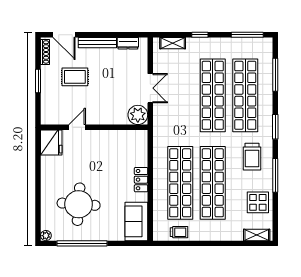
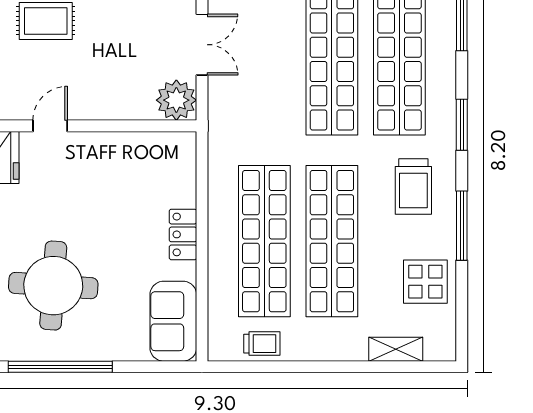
shelving: (257, 235) -> (396, 349), moved

